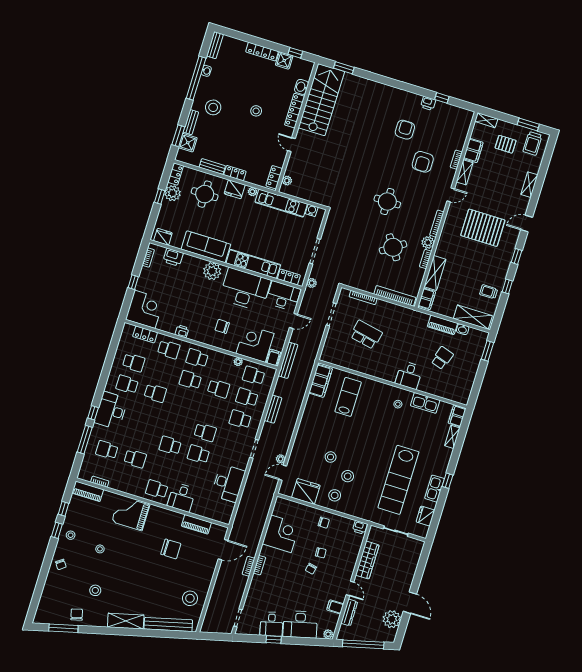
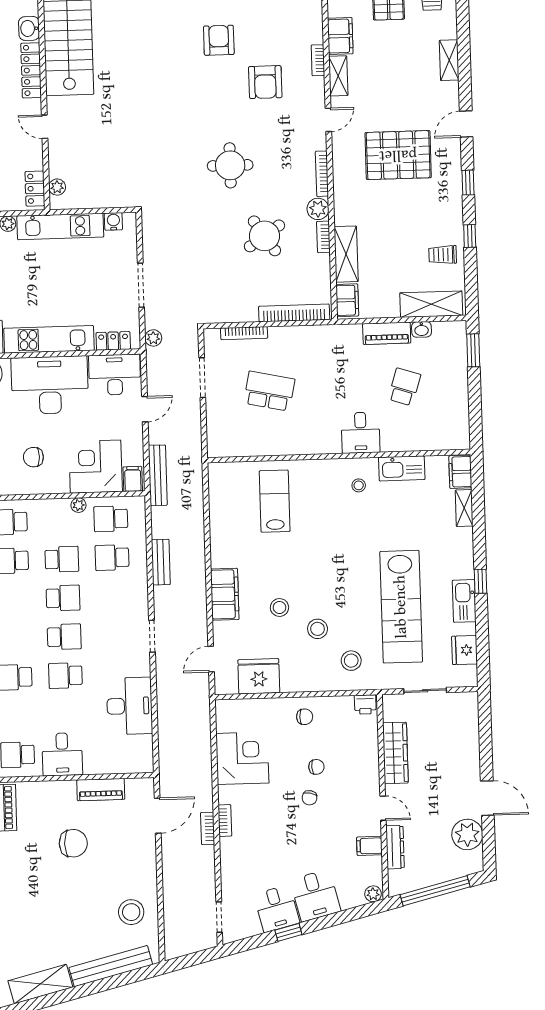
filing cabinet: (321, 381) -> (225, 594), moved
school desk: (240, 419) -> (63, 598), moved, turned 180
plant: (281, 459) -> (200, 638), removed
stool: (335, 495) -> (351, 661), moved
desk: (300, 624) -> (315, 895), width x0.73

